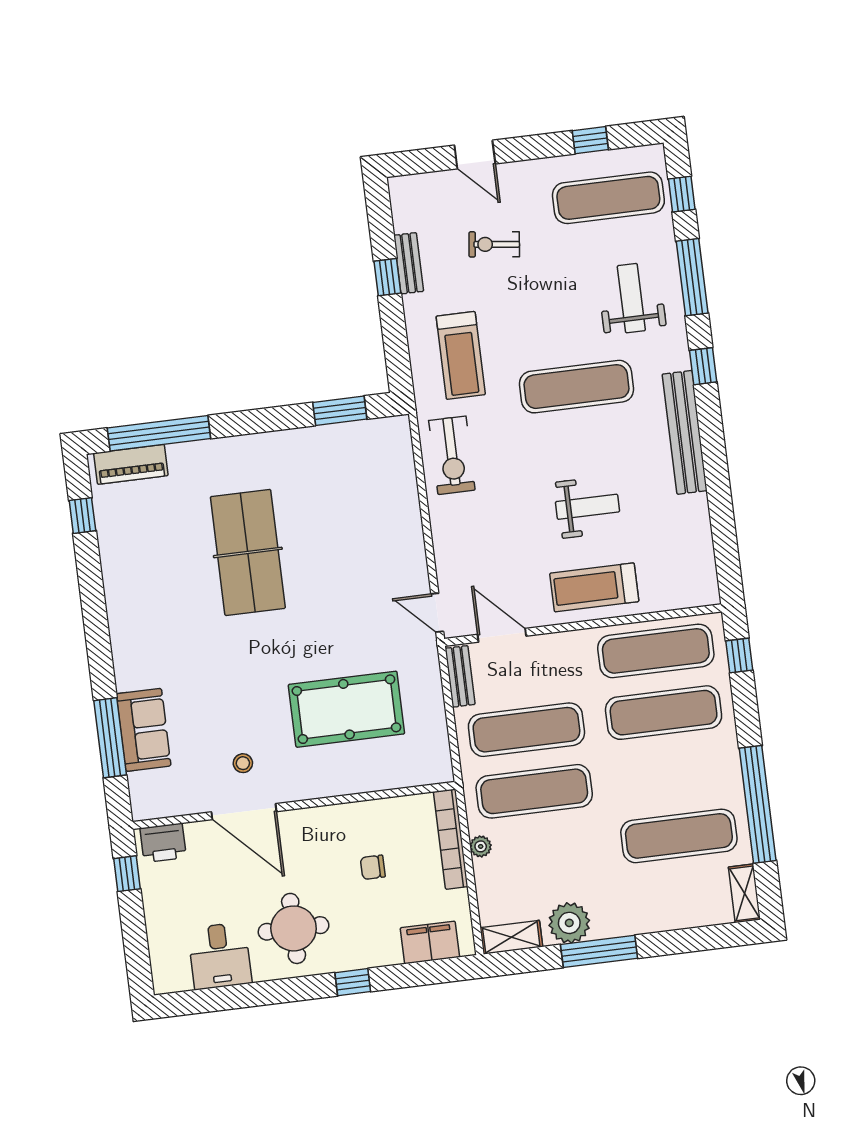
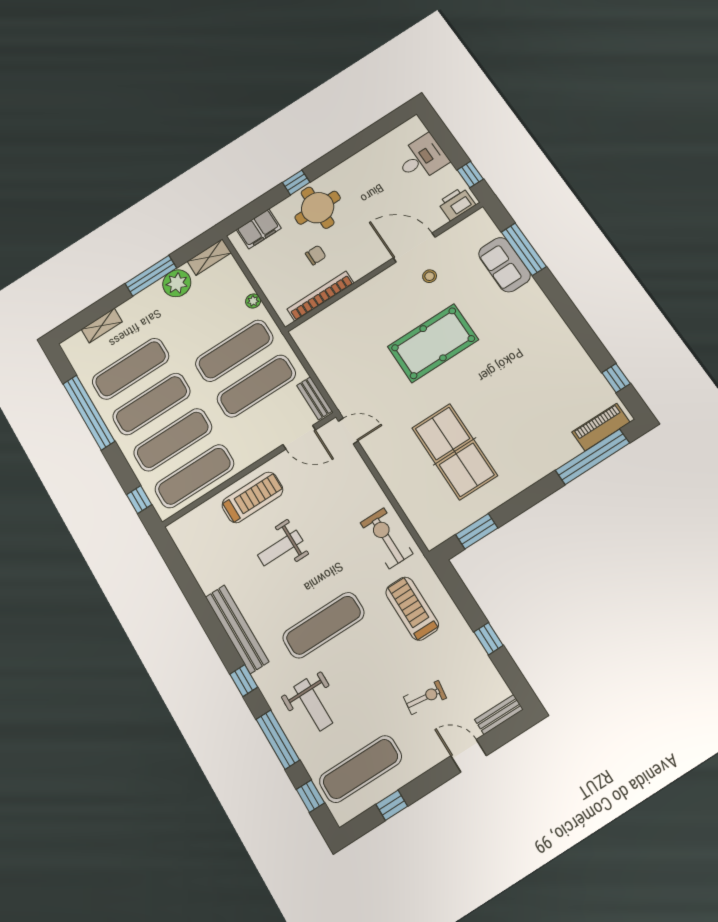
bench: (409, 263) -> (499, 714), moved, turned 90
table tennis table: (248, 552) -> (455, 452), moved
pool table: (346, 709) -> (433, 343), moved
exercise mat: (671, 774) -> (151, 404), added
bookcase: (451, 839) -> (321, 296), moved, turned -90
shelving: (744, 893) -> (102, 326), moved, turned 90
round table: (294, 928) -> (318, 208), moved
desk: (220, 956) -> (422, 158), moved, turned 90

